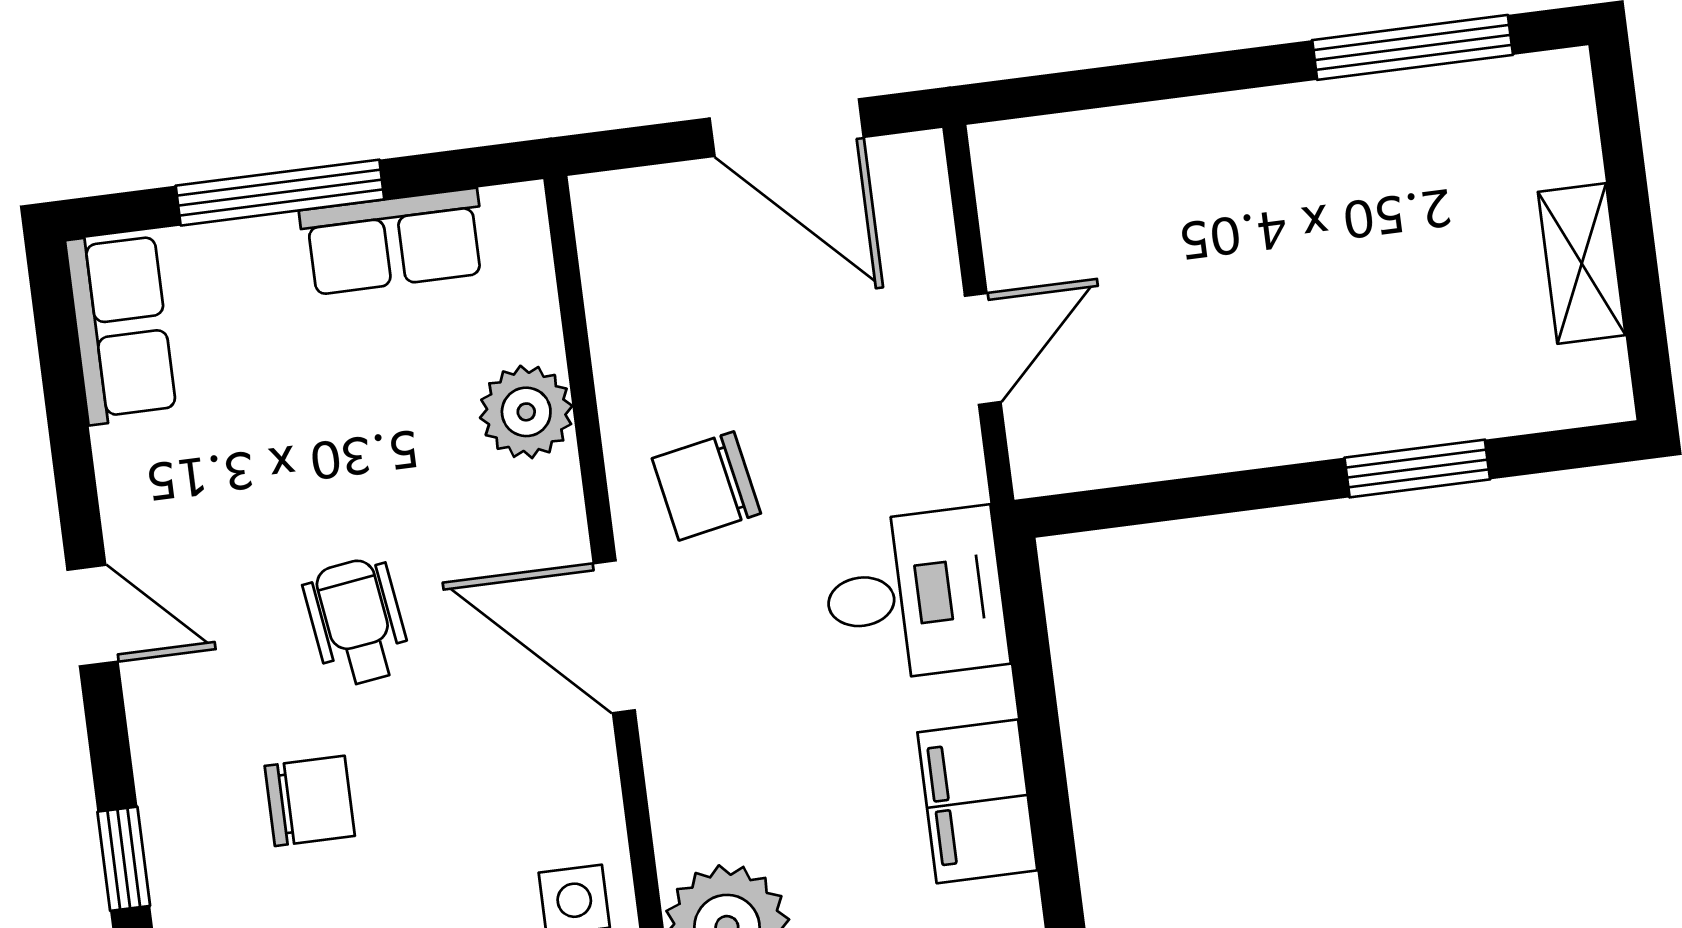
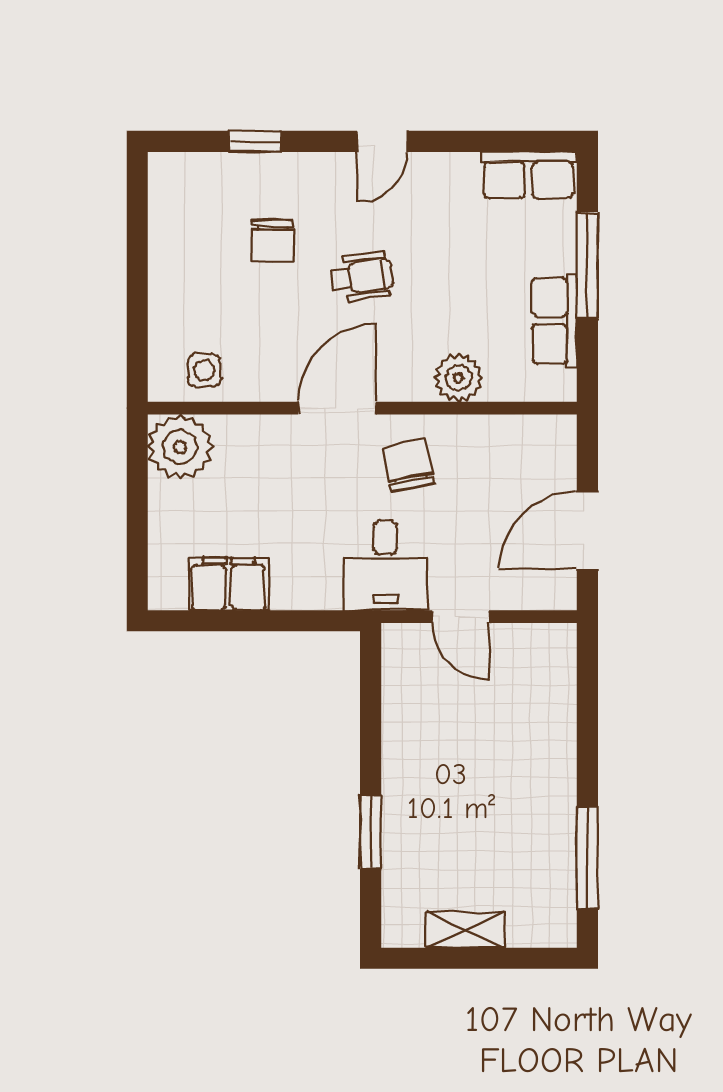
desk: (915, 595) -> (385, 565), moved

